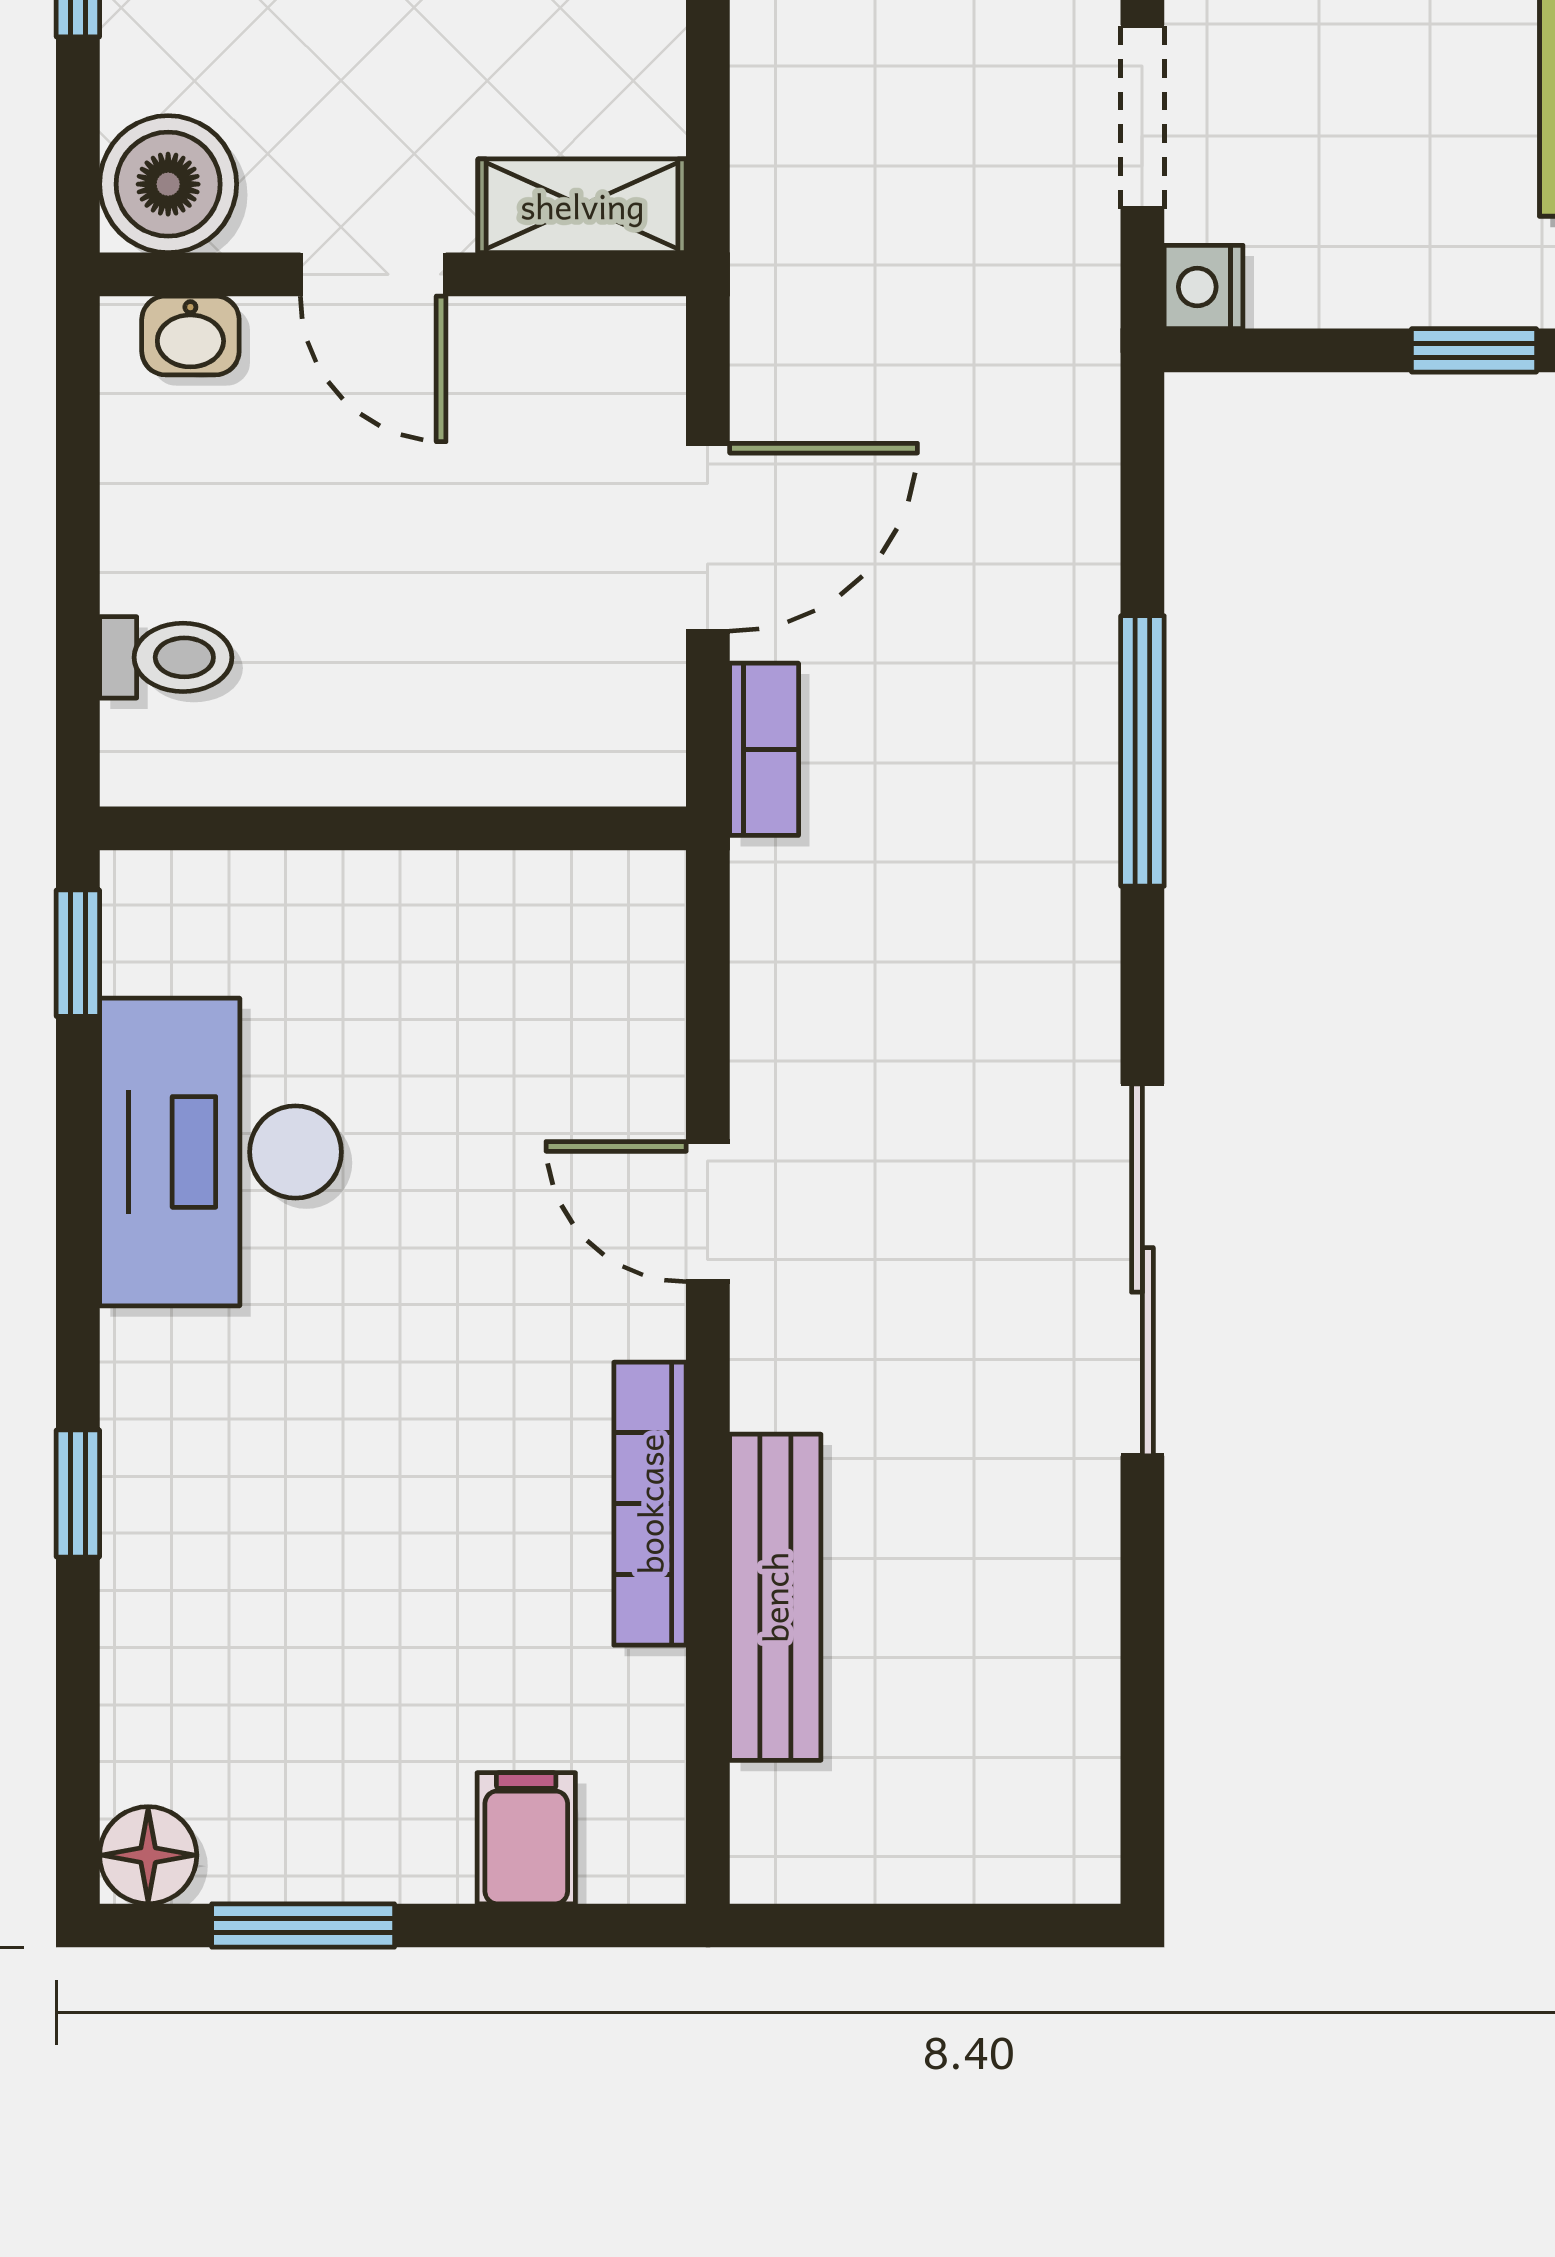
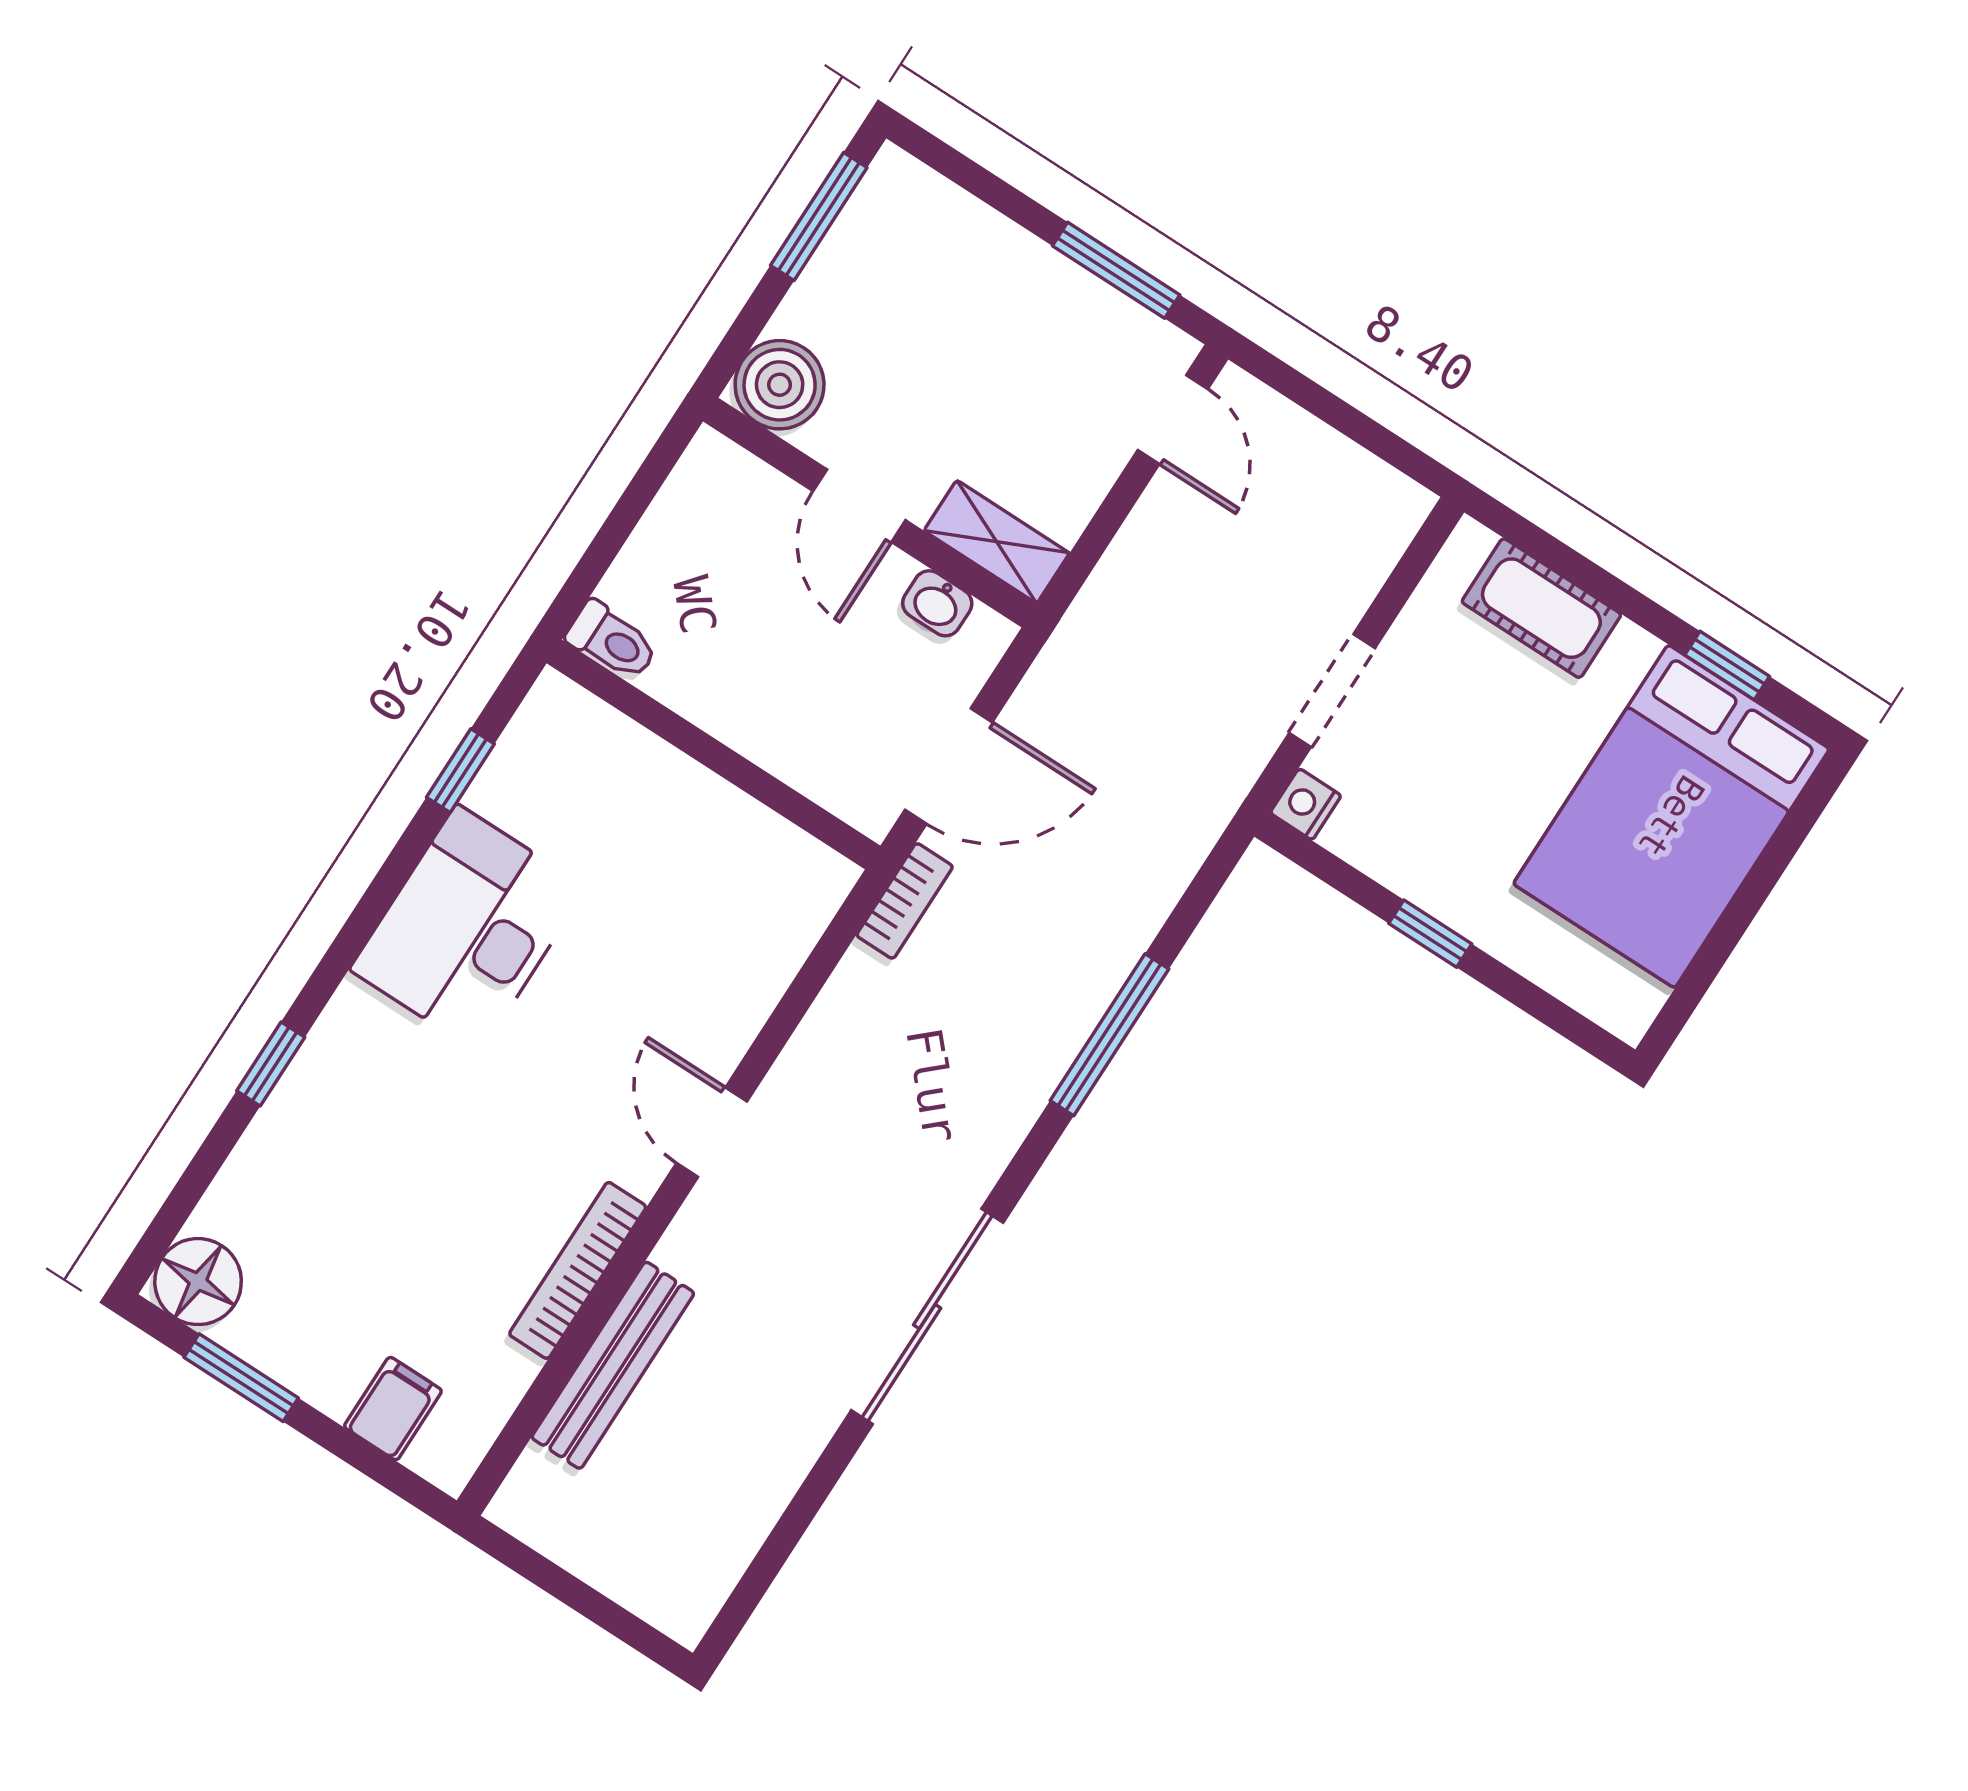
washbasin: (190, 335) -> (937, 603), moved
wall: (393, 828) -> (713, 754), moved
floor lamp: (148, 1855) -> (198, 1282), width x1.38, depth x1.38

